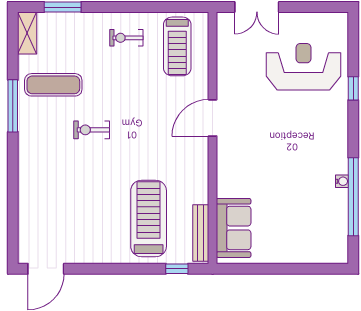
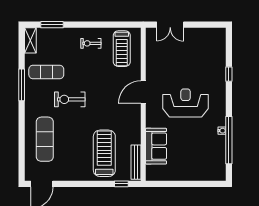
reception desk: (303, 67) -> (186, 103), moved
exercise bike: (92, 130) -> (70, 99), width x1.38, depth x1.39
exercise mat: (51, 195) -> (45, 139), added
sofa: (234, 228) -> (156, 146), moved

